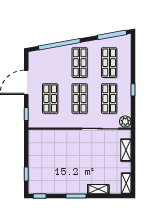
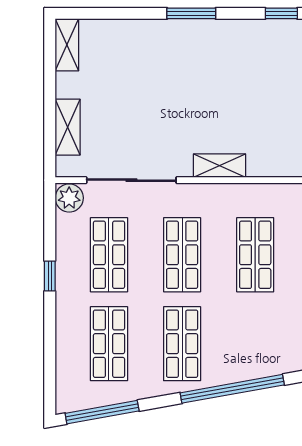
shelving: (98, 189) -> (220, 166), moved

